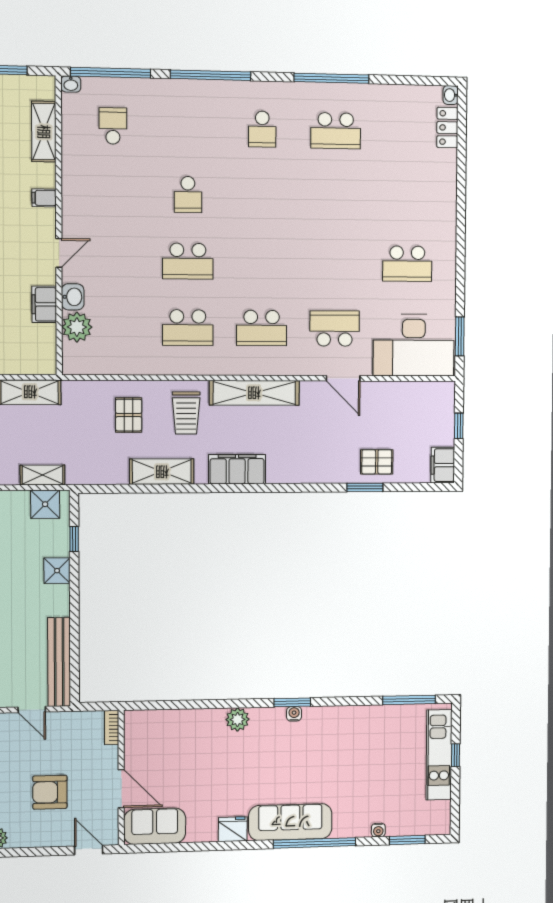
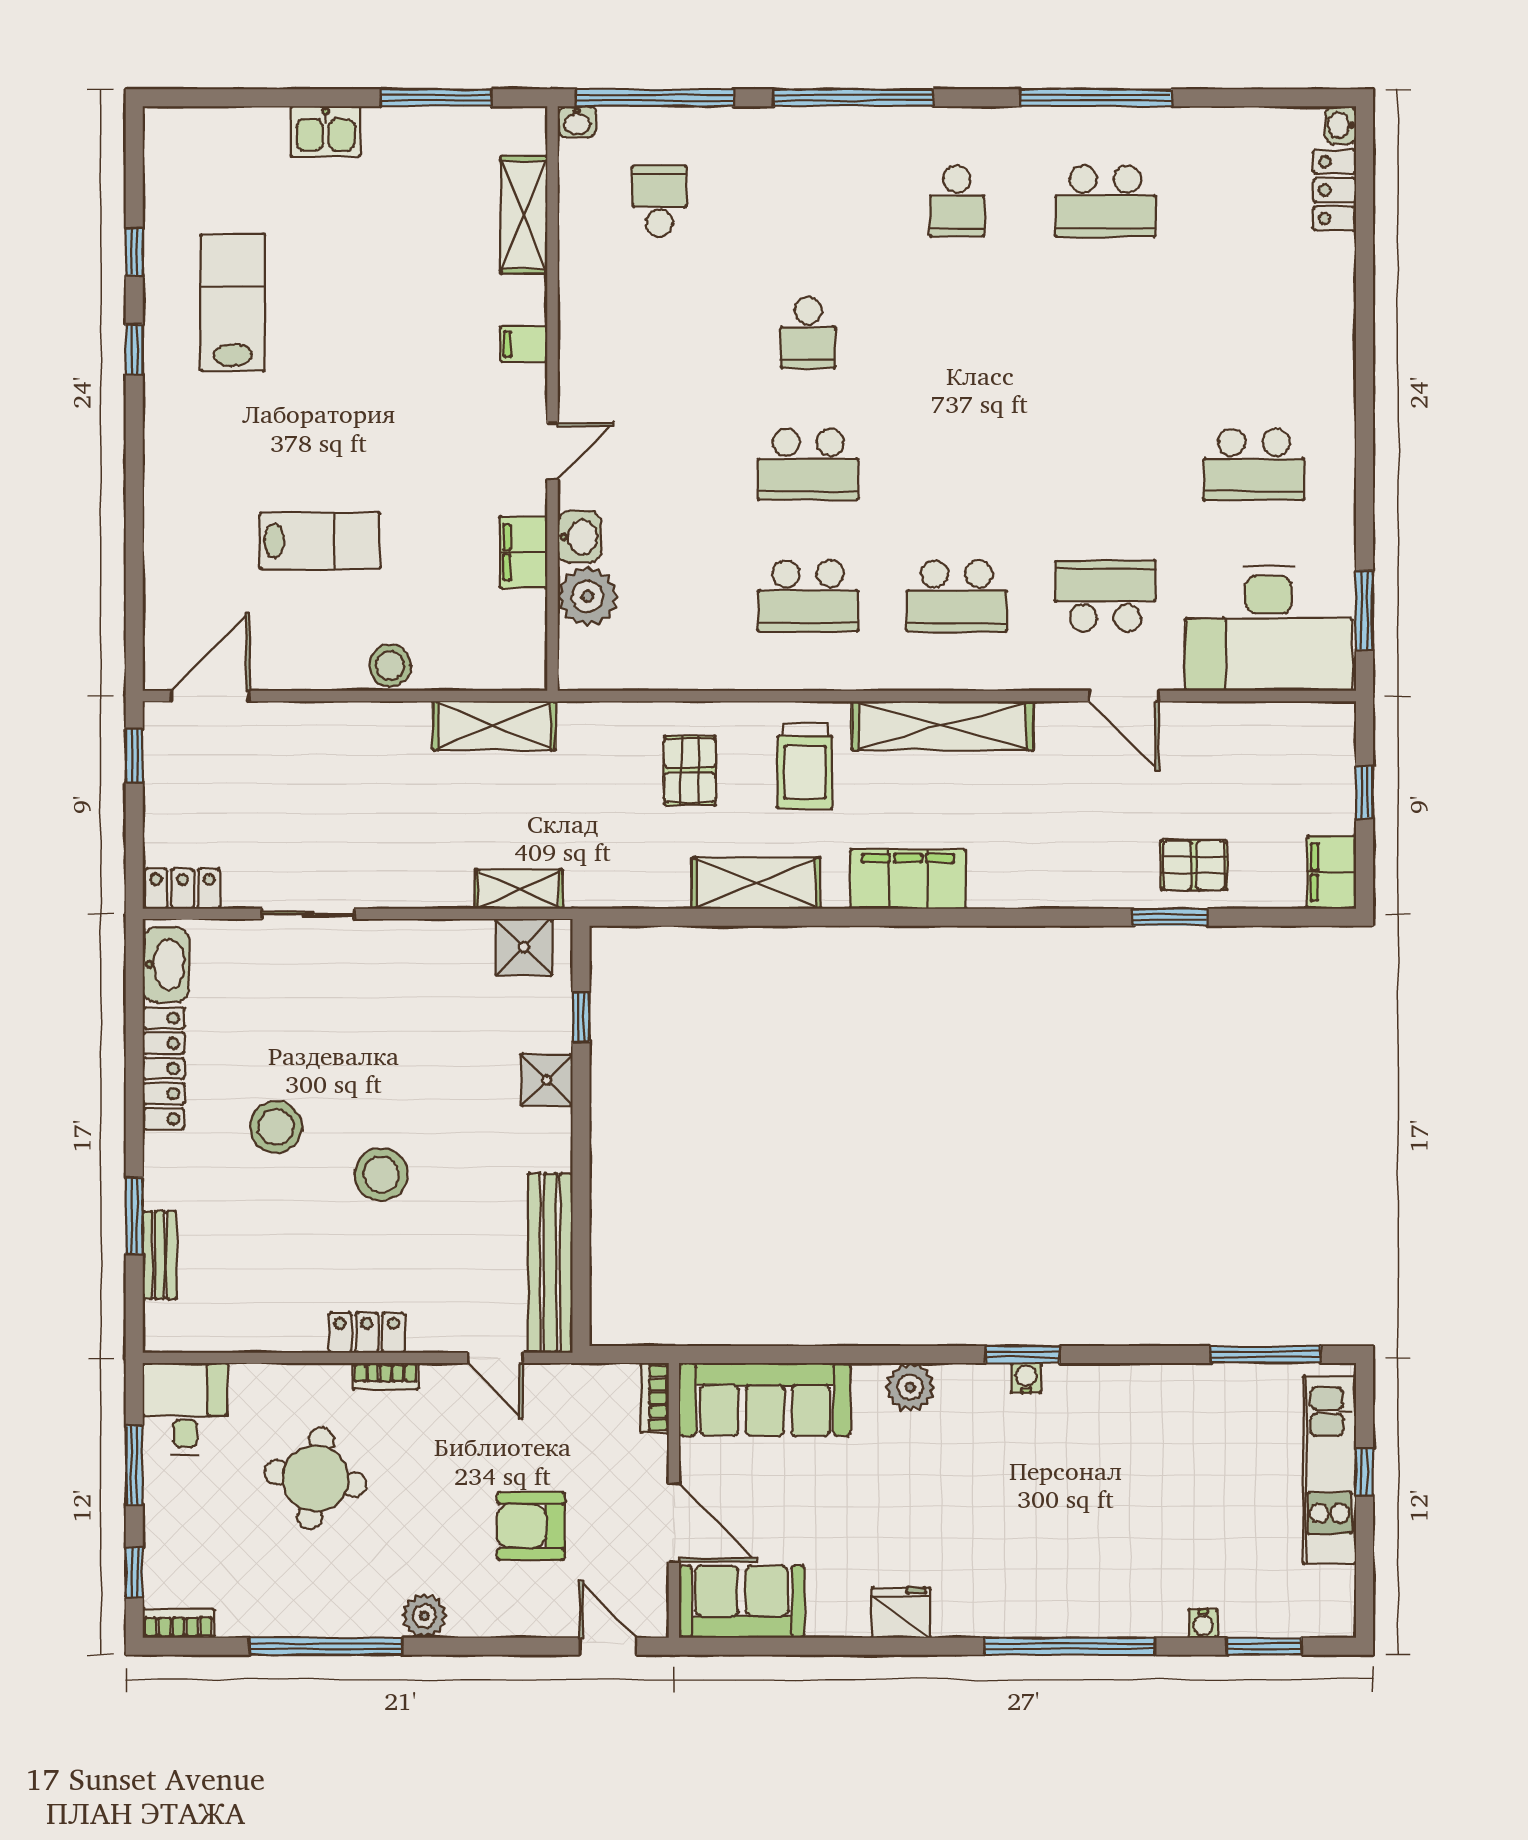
sofa: (290, 822) -> (765, 1399), moved, turned 180

